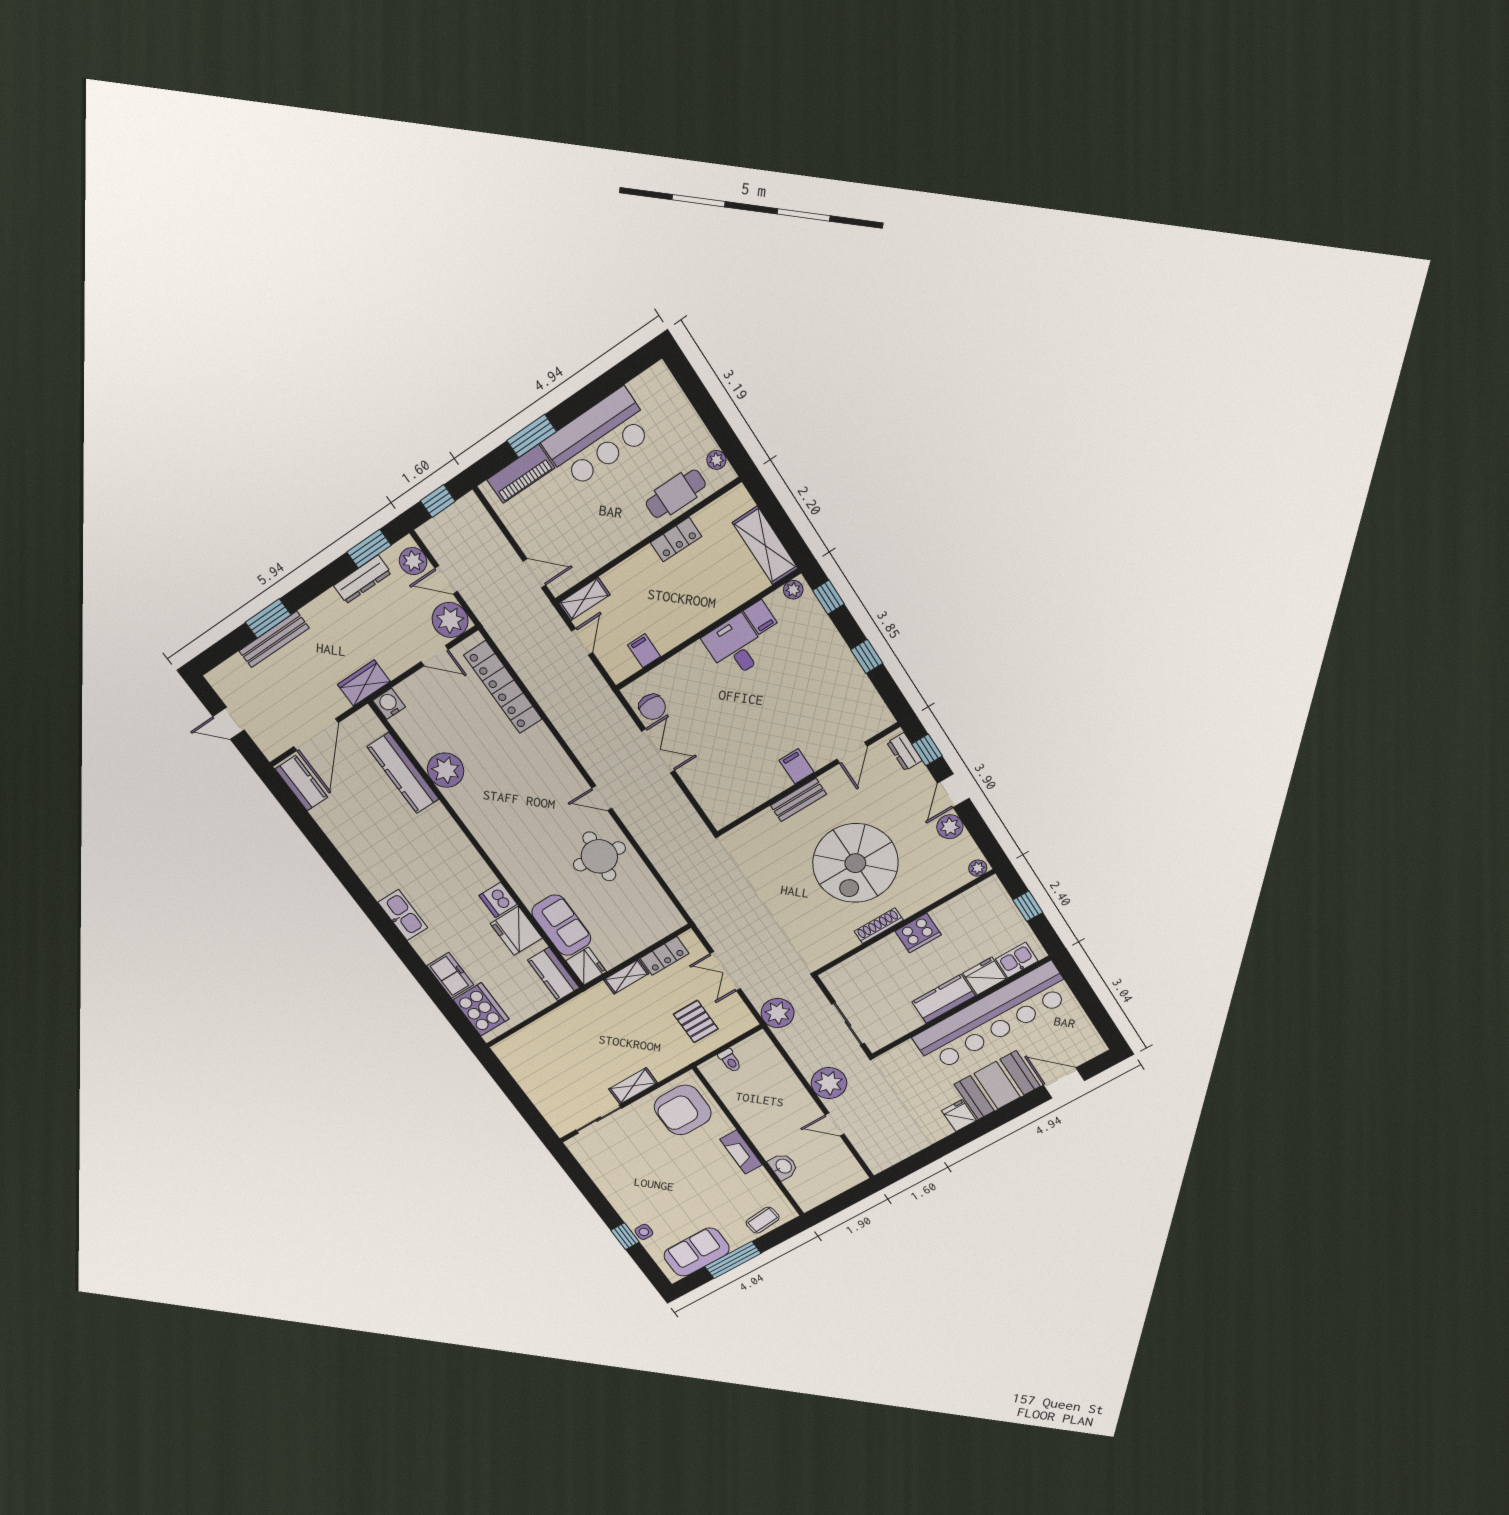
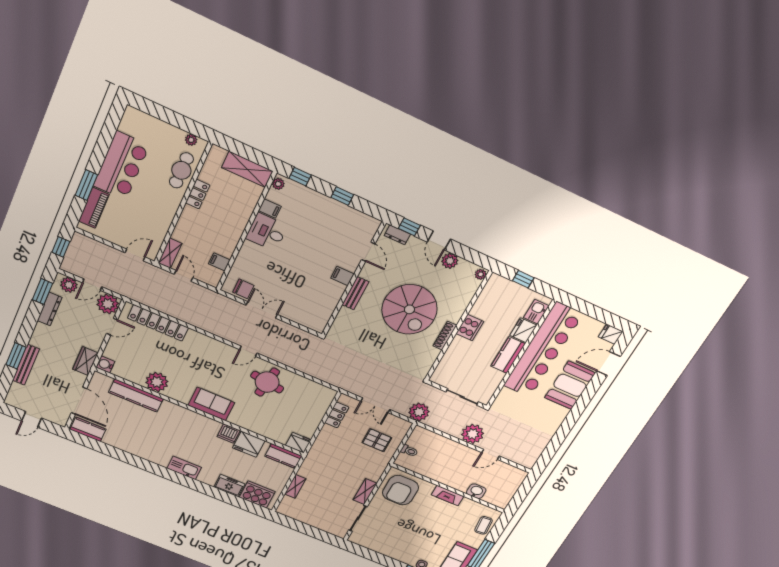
sofa: (561, 925) -> (211, 404), moved
shelving: (626, 977) -> (295, 486), moved
fridge: (959, 1116) -> (611, 334), moved

